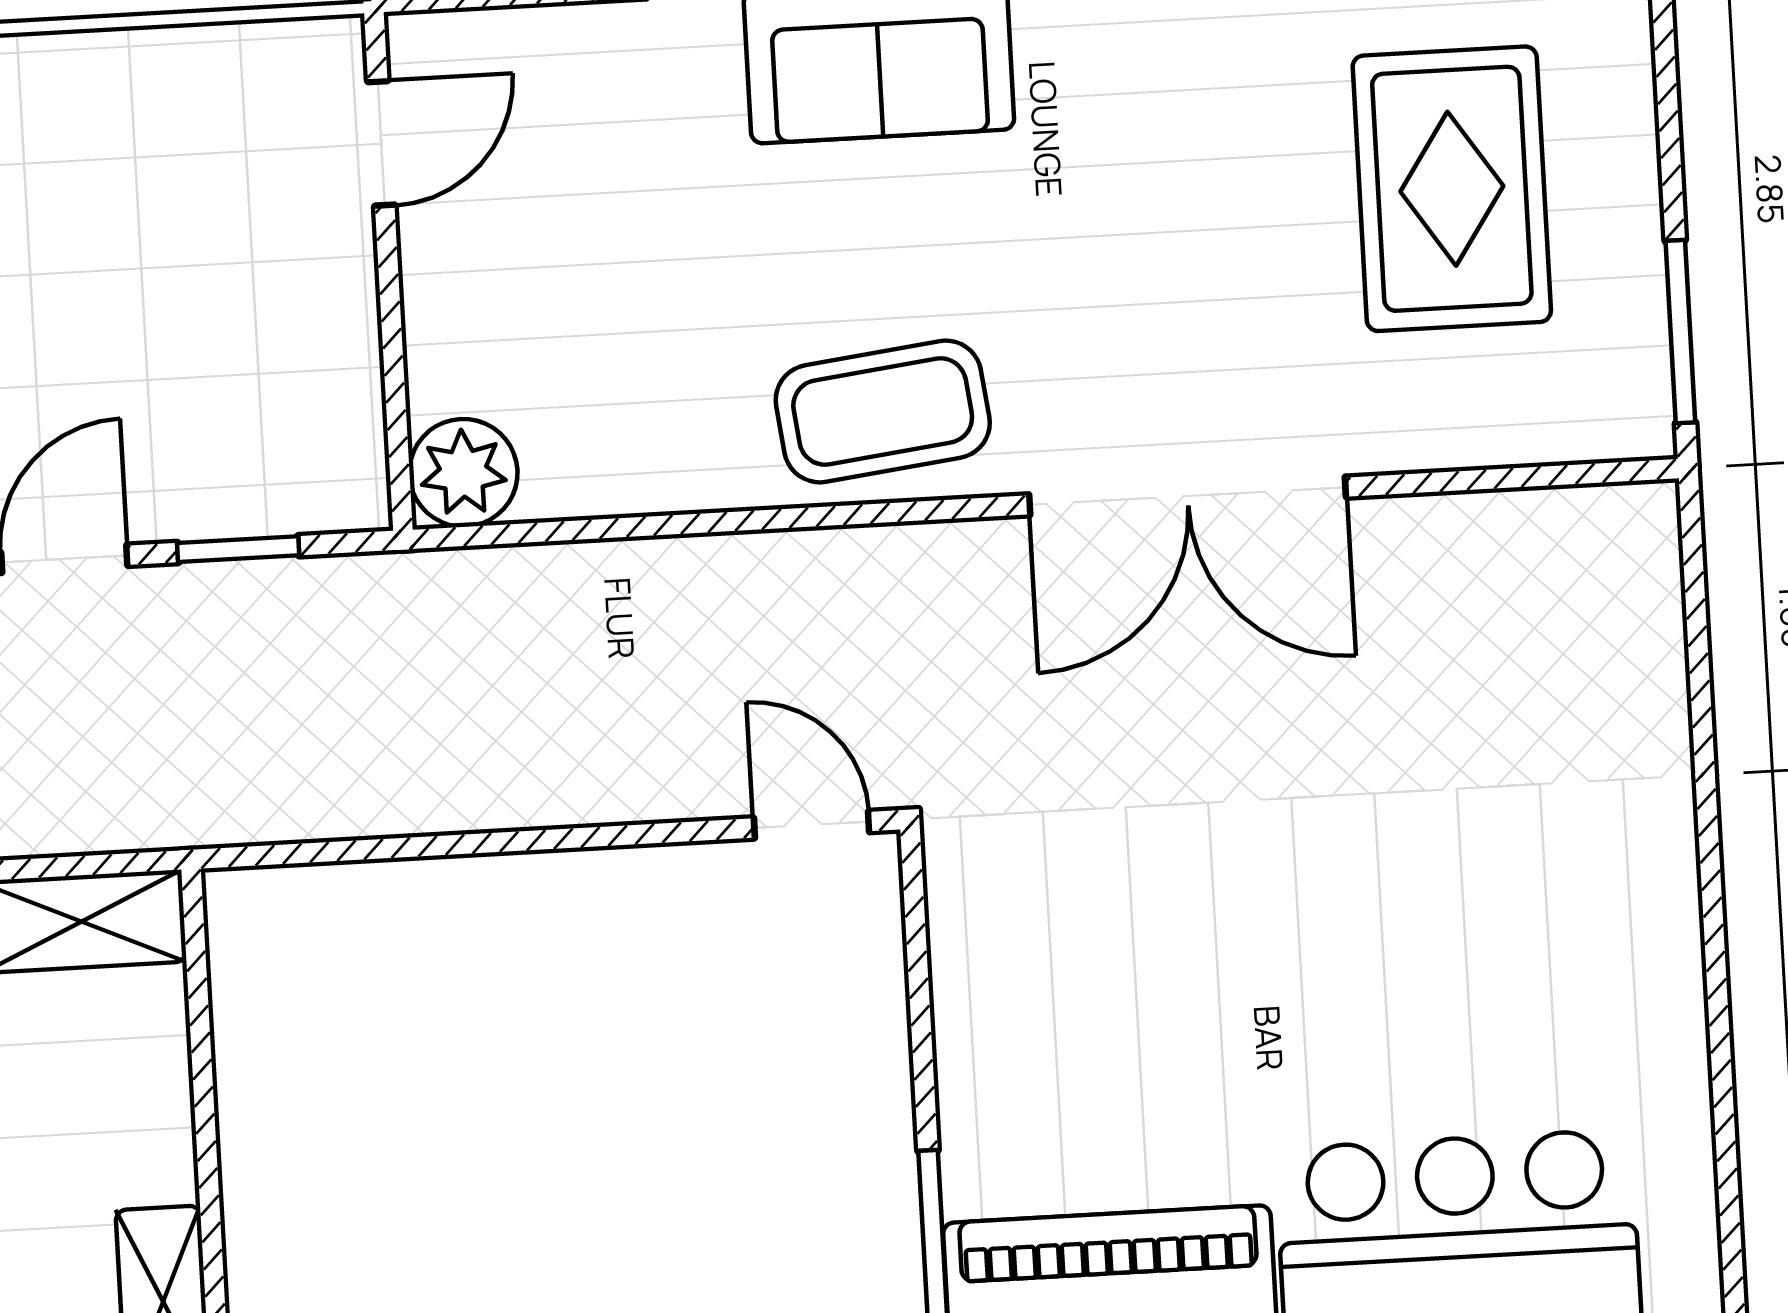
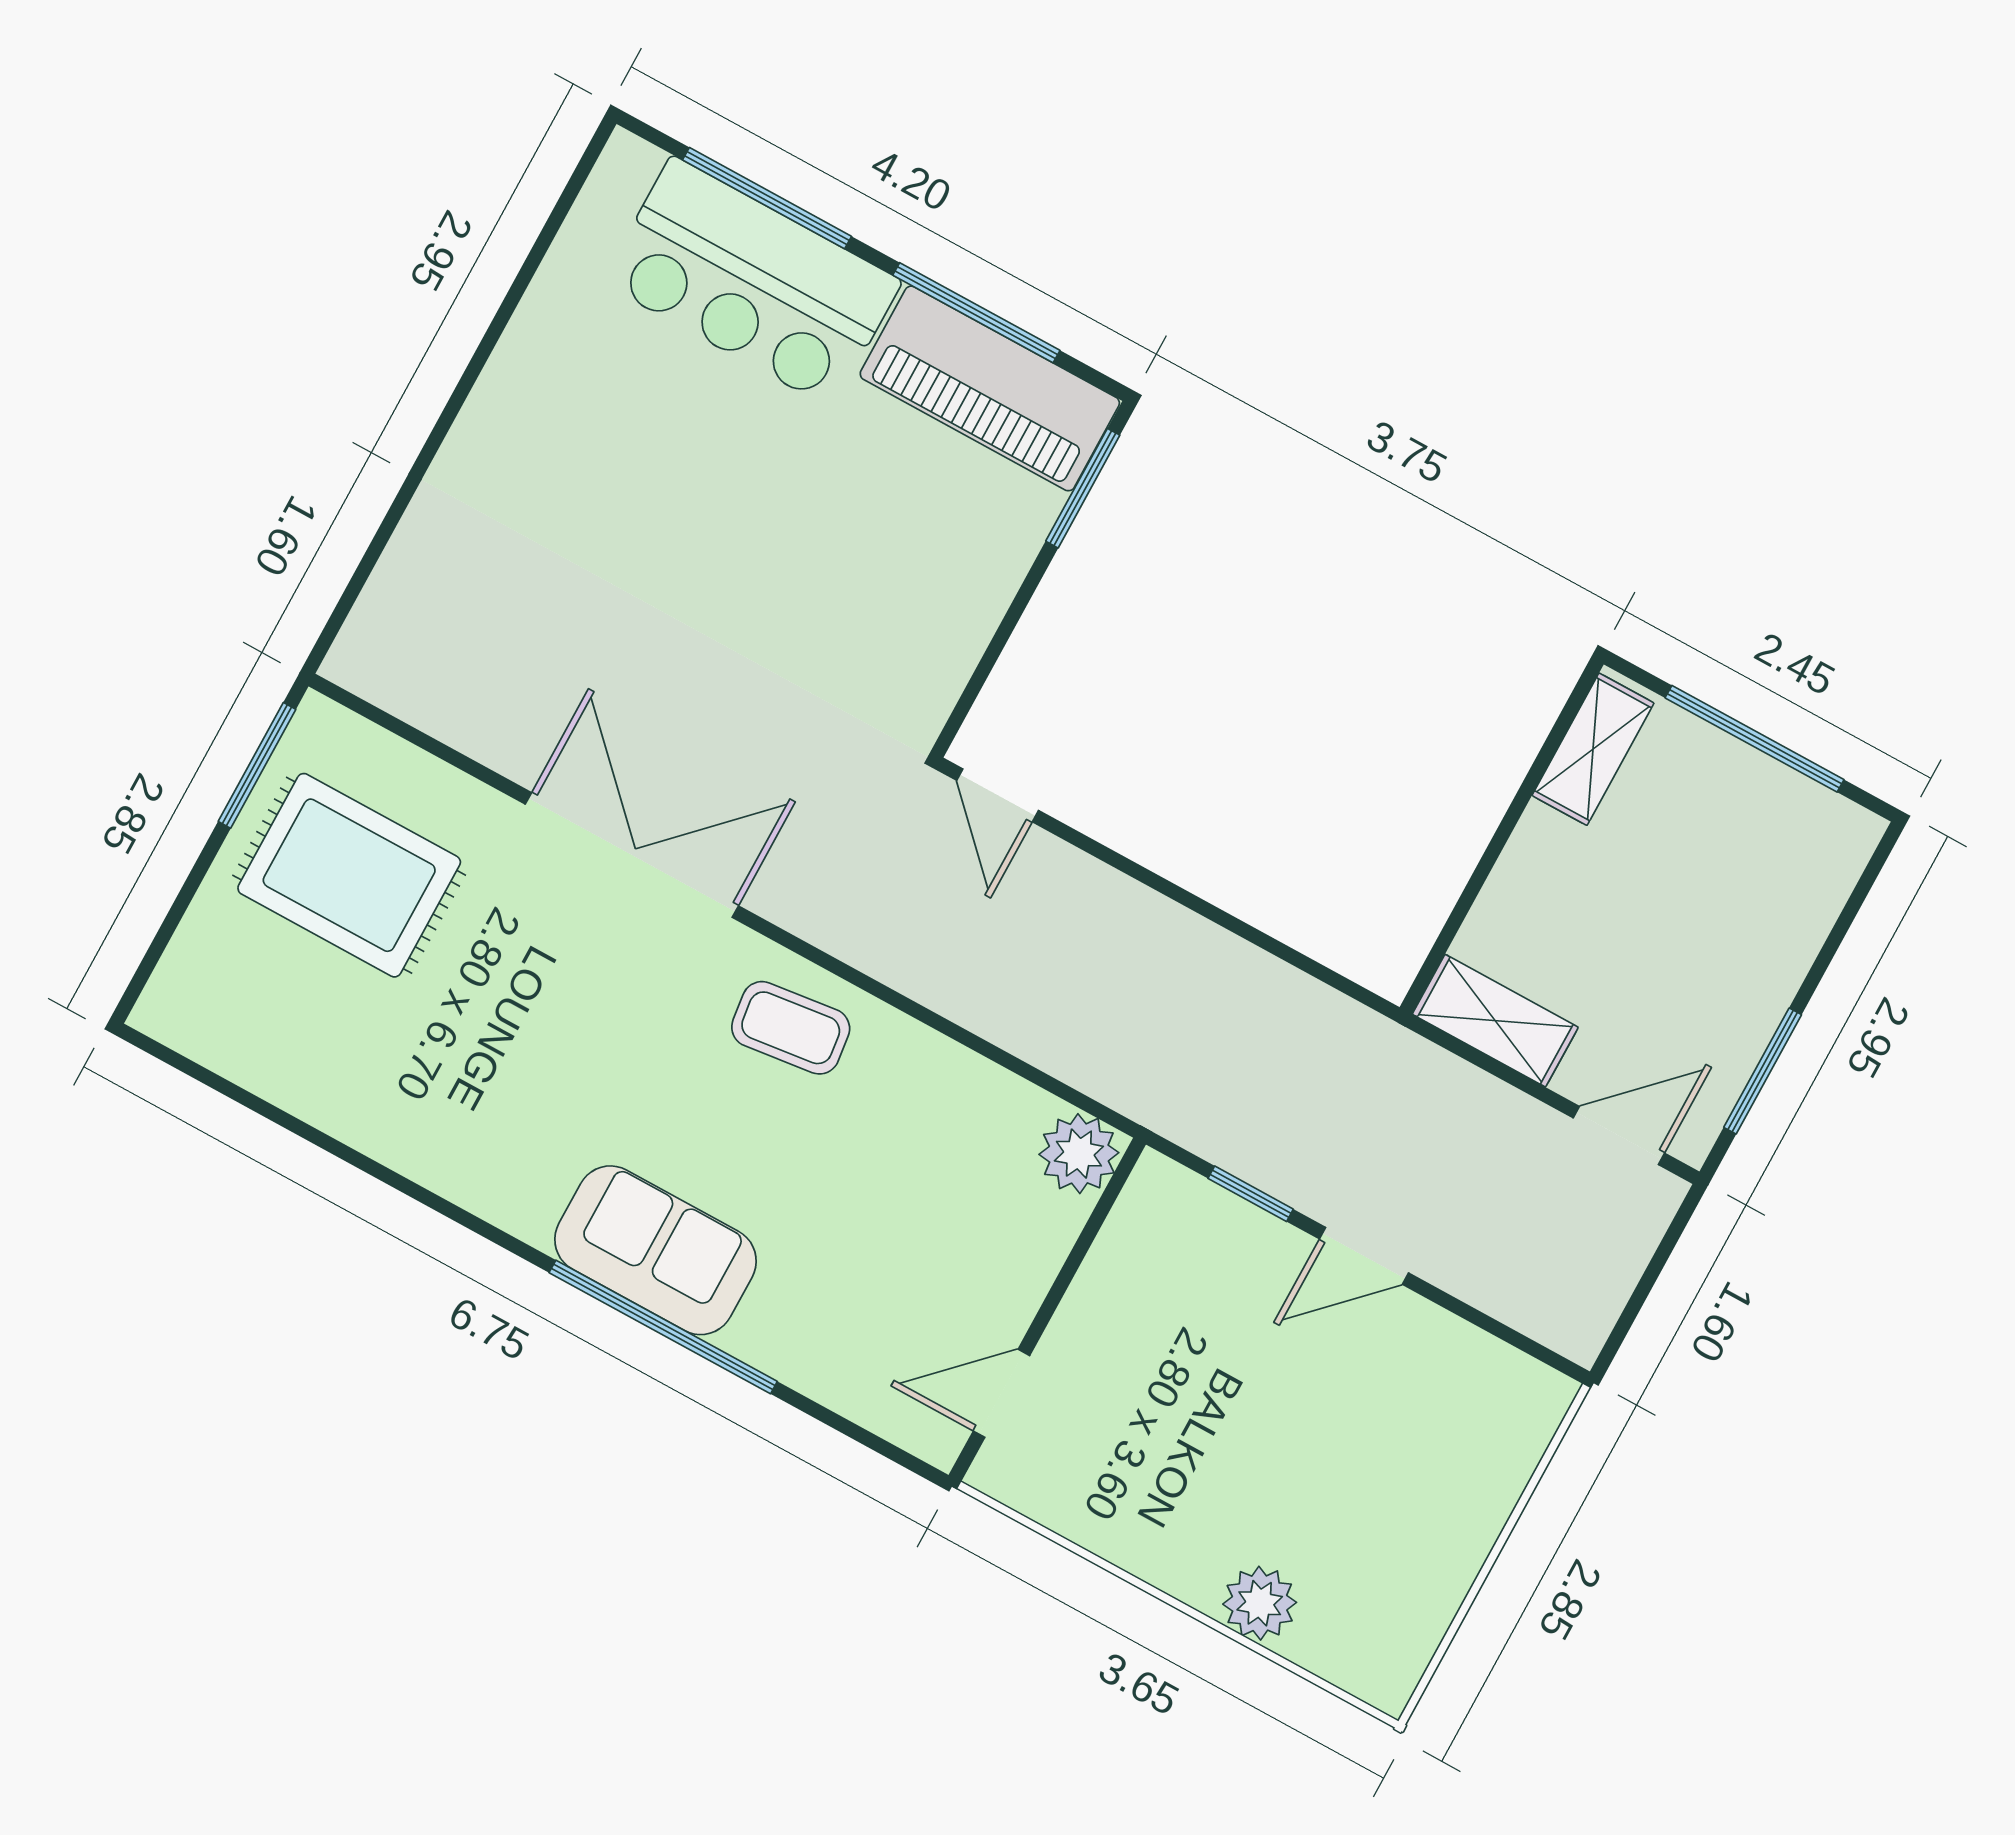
rug: (1452, 189) -> (349, 875), moved, turned 90
coffee table: (883, 411) -> (791, 1028), width x0.73, depth x0.77

